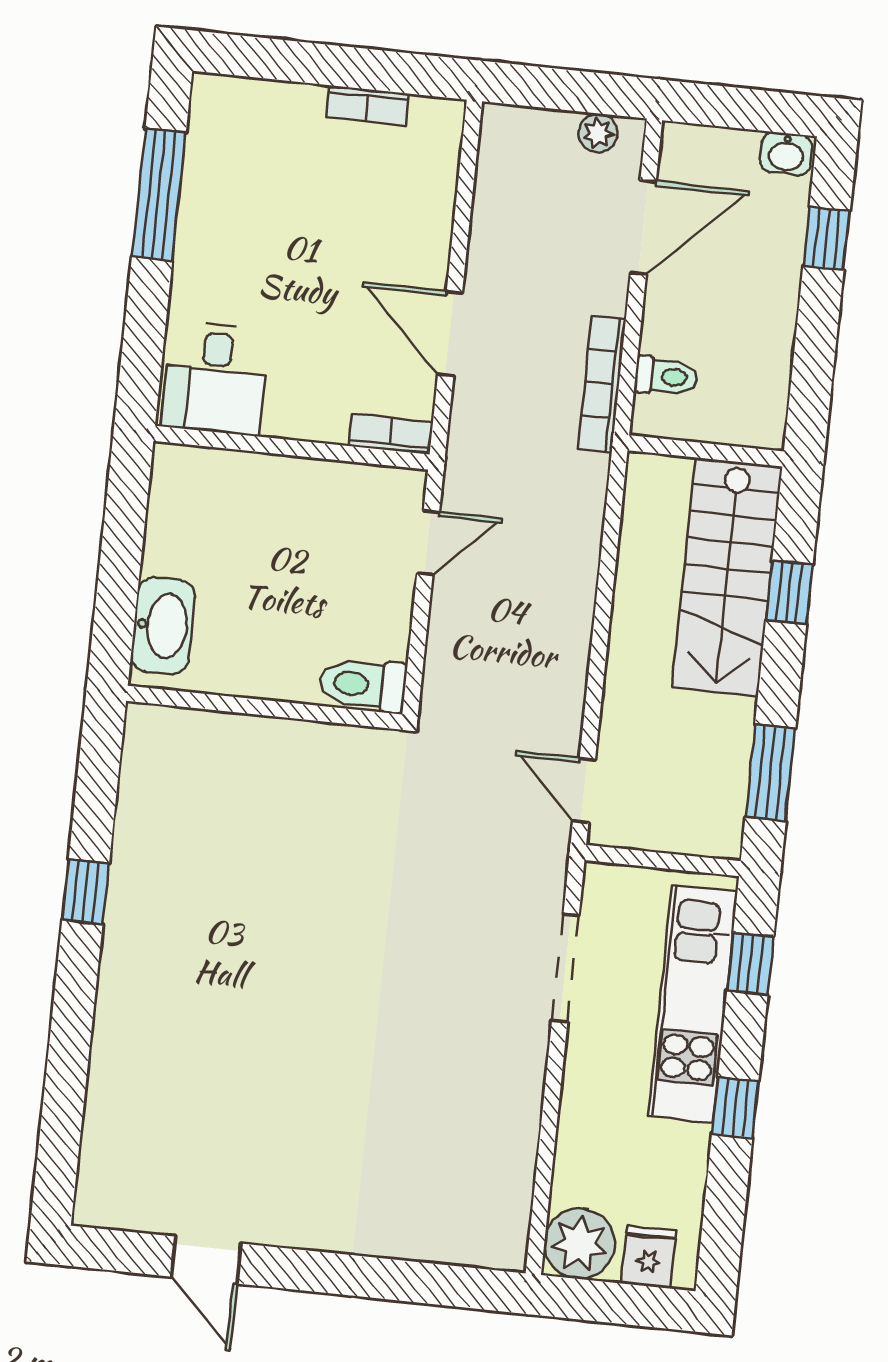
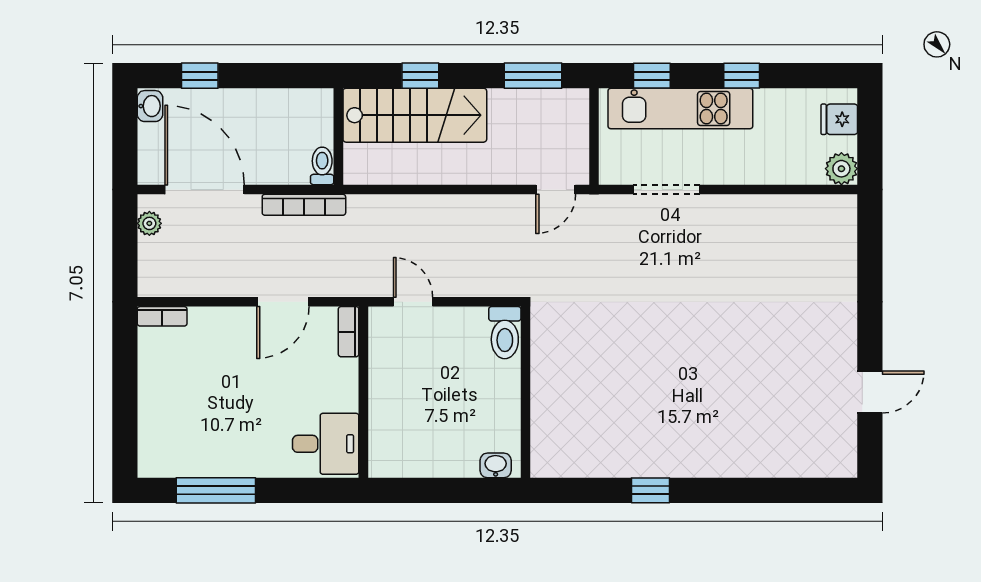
bookcase: (367, 105) -> (162, 316), moved, turned 90
door: (643, 227) -> (205, 189), width x1.36
toilet: (666, 376) -> (322, 166), moved
washbasin: (163, 626) -> (496, 465), width x0.52, depth x0.69
plant: (580, 1244) -> (841, 169), width x0.73, depth x0.73

